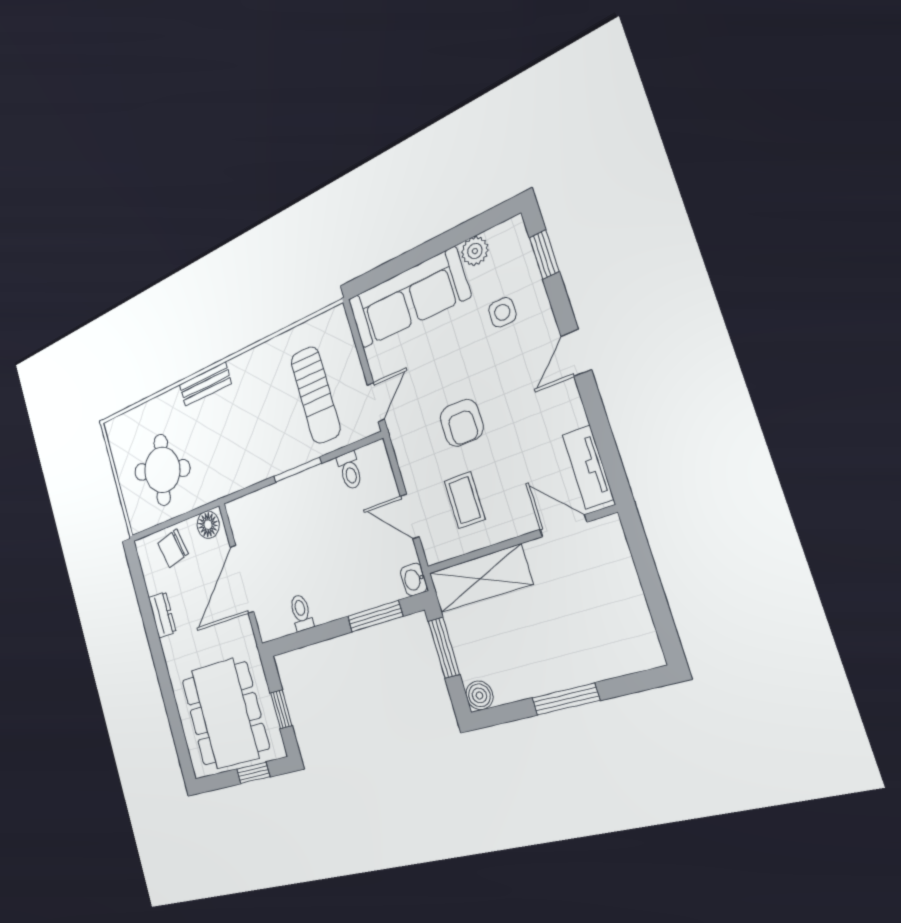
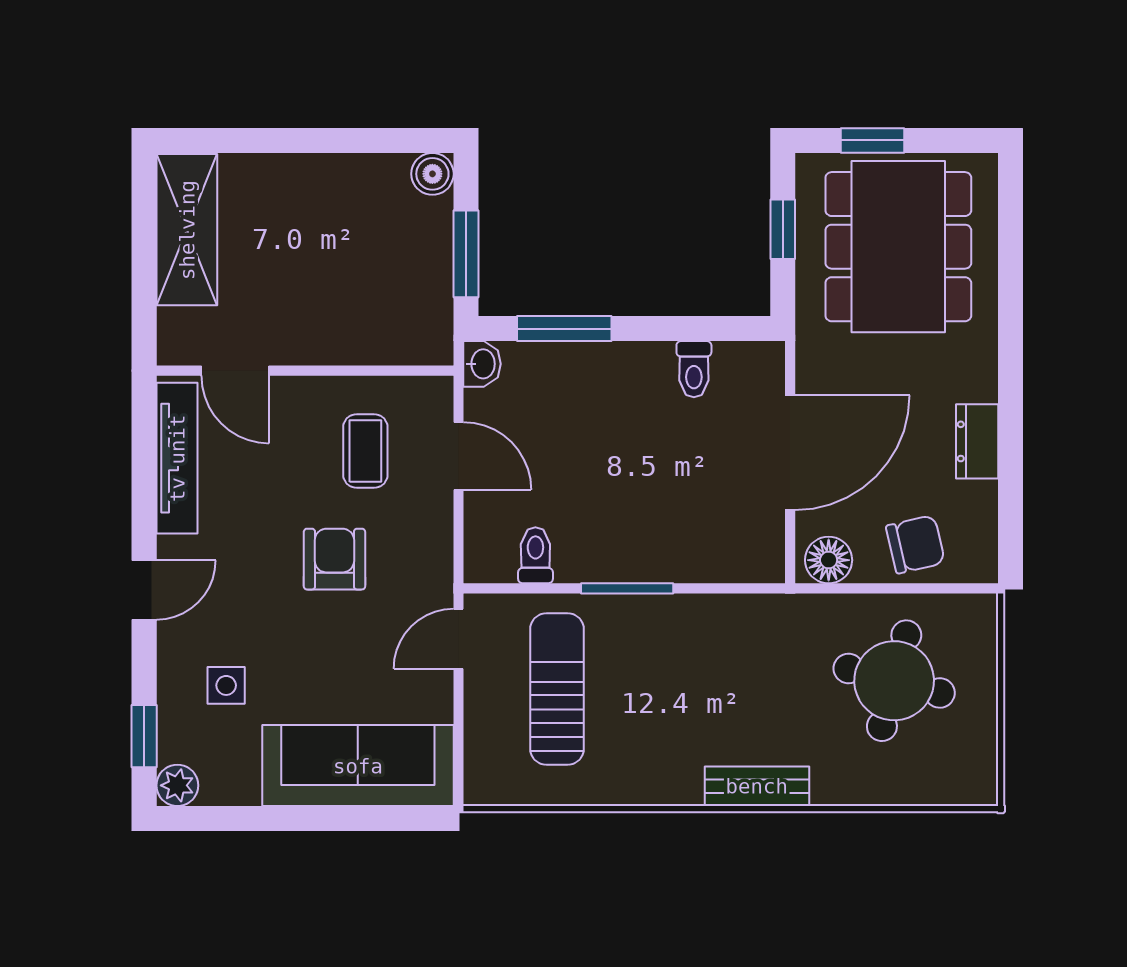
plant: (475, 251) -> (177, 785), moved
tv unit: (588, 467) -> (177, 458), width x1.41
shelving: (480, 579) -> (187, 230), moved, turned 90
window: (566, 699) -> (307, 140), removed

